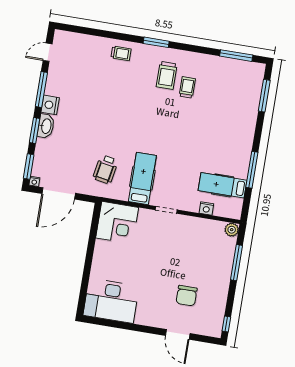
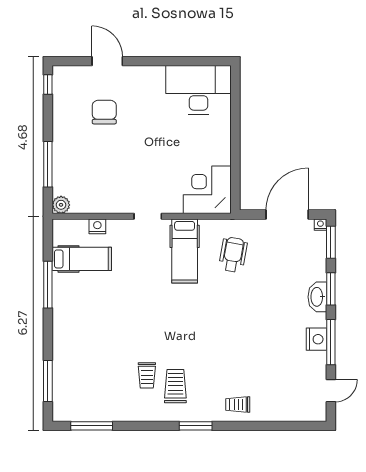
nightstand: (50, 105) -> (316, 339), moved

